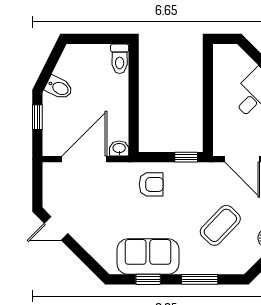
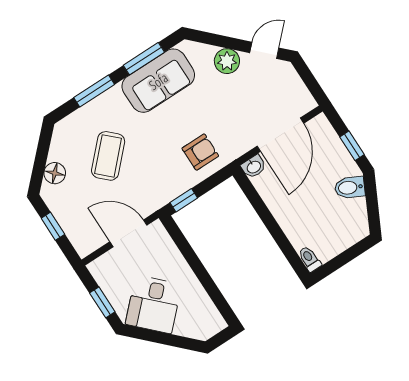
toilet: (120, 59) -> (310, 259), width x0.73, depth x0.72
armchair: (151, 184) -> (200, 152), turned 180
plant: (89, 238) -> (227, 61), added
window: (148, 279) -> (144, 59), width x1.50

